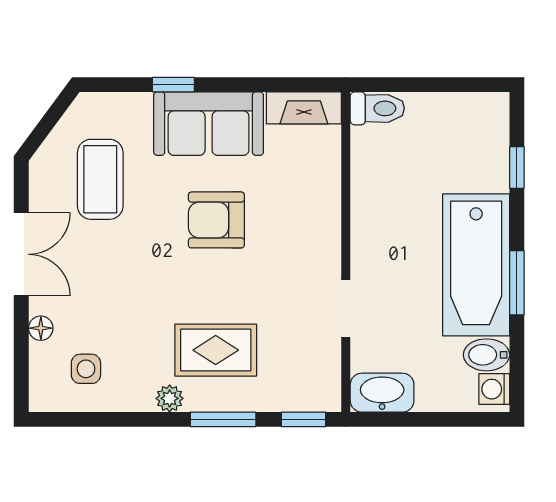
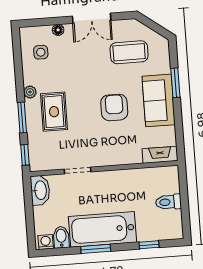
window: (173, 85) -> (175, 83), width x1.50
fireplace: (304, 108) -> (160, 155), moved, turned 90
toilet: (377, 108) -> (168, 202), moved, turned 90

